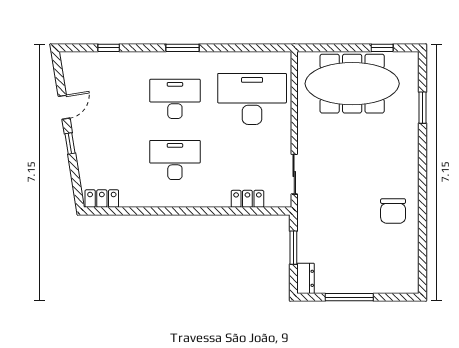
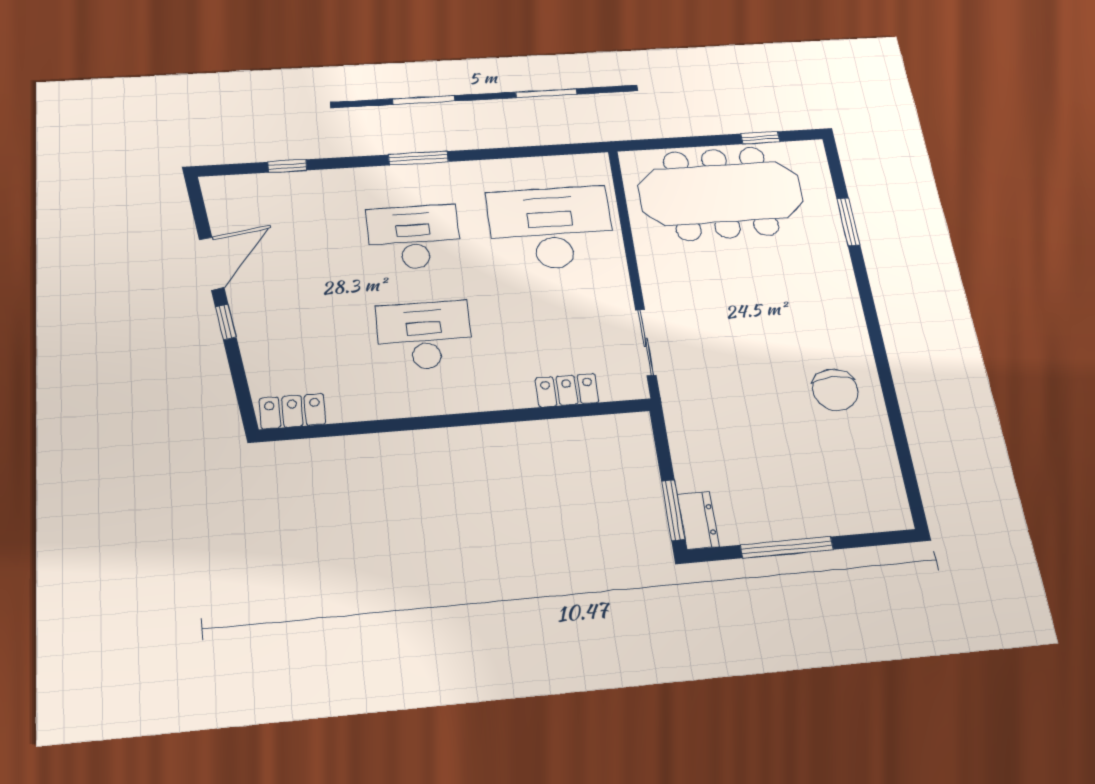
door: (64, 107) -> (212, 264), width x1.38
window: (293, 248) -> (673, 510), moved

